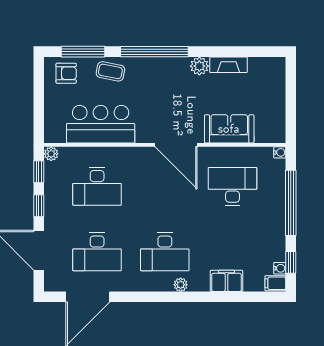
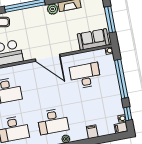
window: (291, 101) -> (110, 19), added
sofa: (229, 129) -> (93, 39), moved
filing cabinet: (226, 281) -> (92, 132), width x0.50

